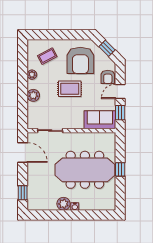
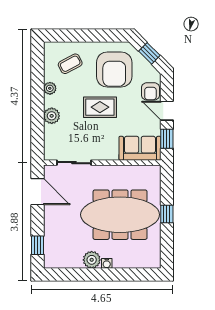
door: (120, 91) -> (167, 111), hinge flipped

